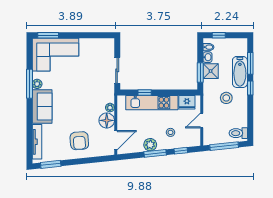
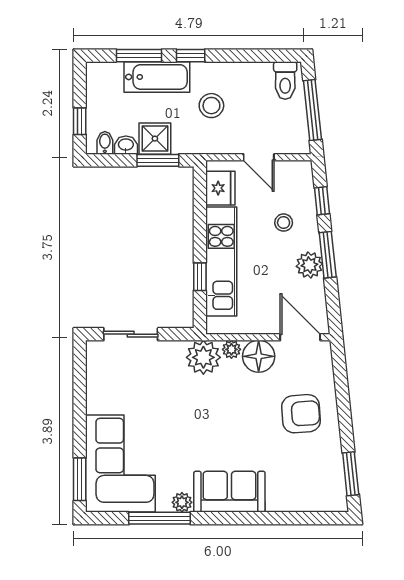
sliding door: (117, 70) -> (131, 334), moved
window: (29, 84) -> (160, 518), moved
plant: (106, 94) -> (203, 357), added
tv unit: (37, 142) -> (303, 502), removed

